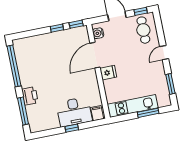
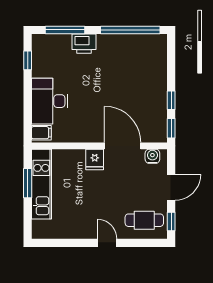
window: (170, 84) -> (62, 243), removed
window: (148, 113) -> (28, 183), moved
window: (72, 128) -> (28, 60), moved

